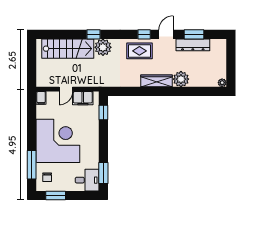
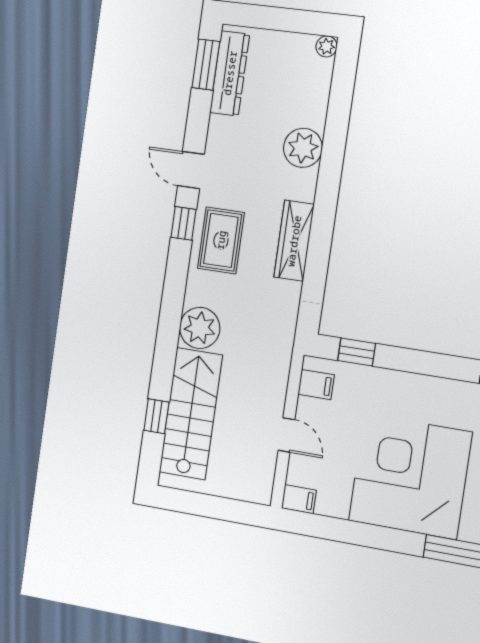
window: (93, 34) -> (156, 416), moved
window: (194, 34) -> (206, 65), moved
dresser: (193, 45) -> (230, 73), moved
wardrobe: (157, 81) -> (294, 241), moved
filing cabinet: (83, 98) -> (316, 385), width x0.50

